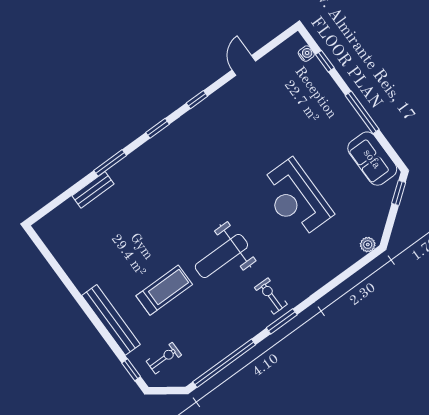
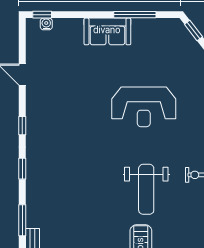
window: (325, 61) -> (42, 15), moved
window: (362, 112) -> (135, 15), moved
sofa: (372, 159) -> (107, 31), moved

